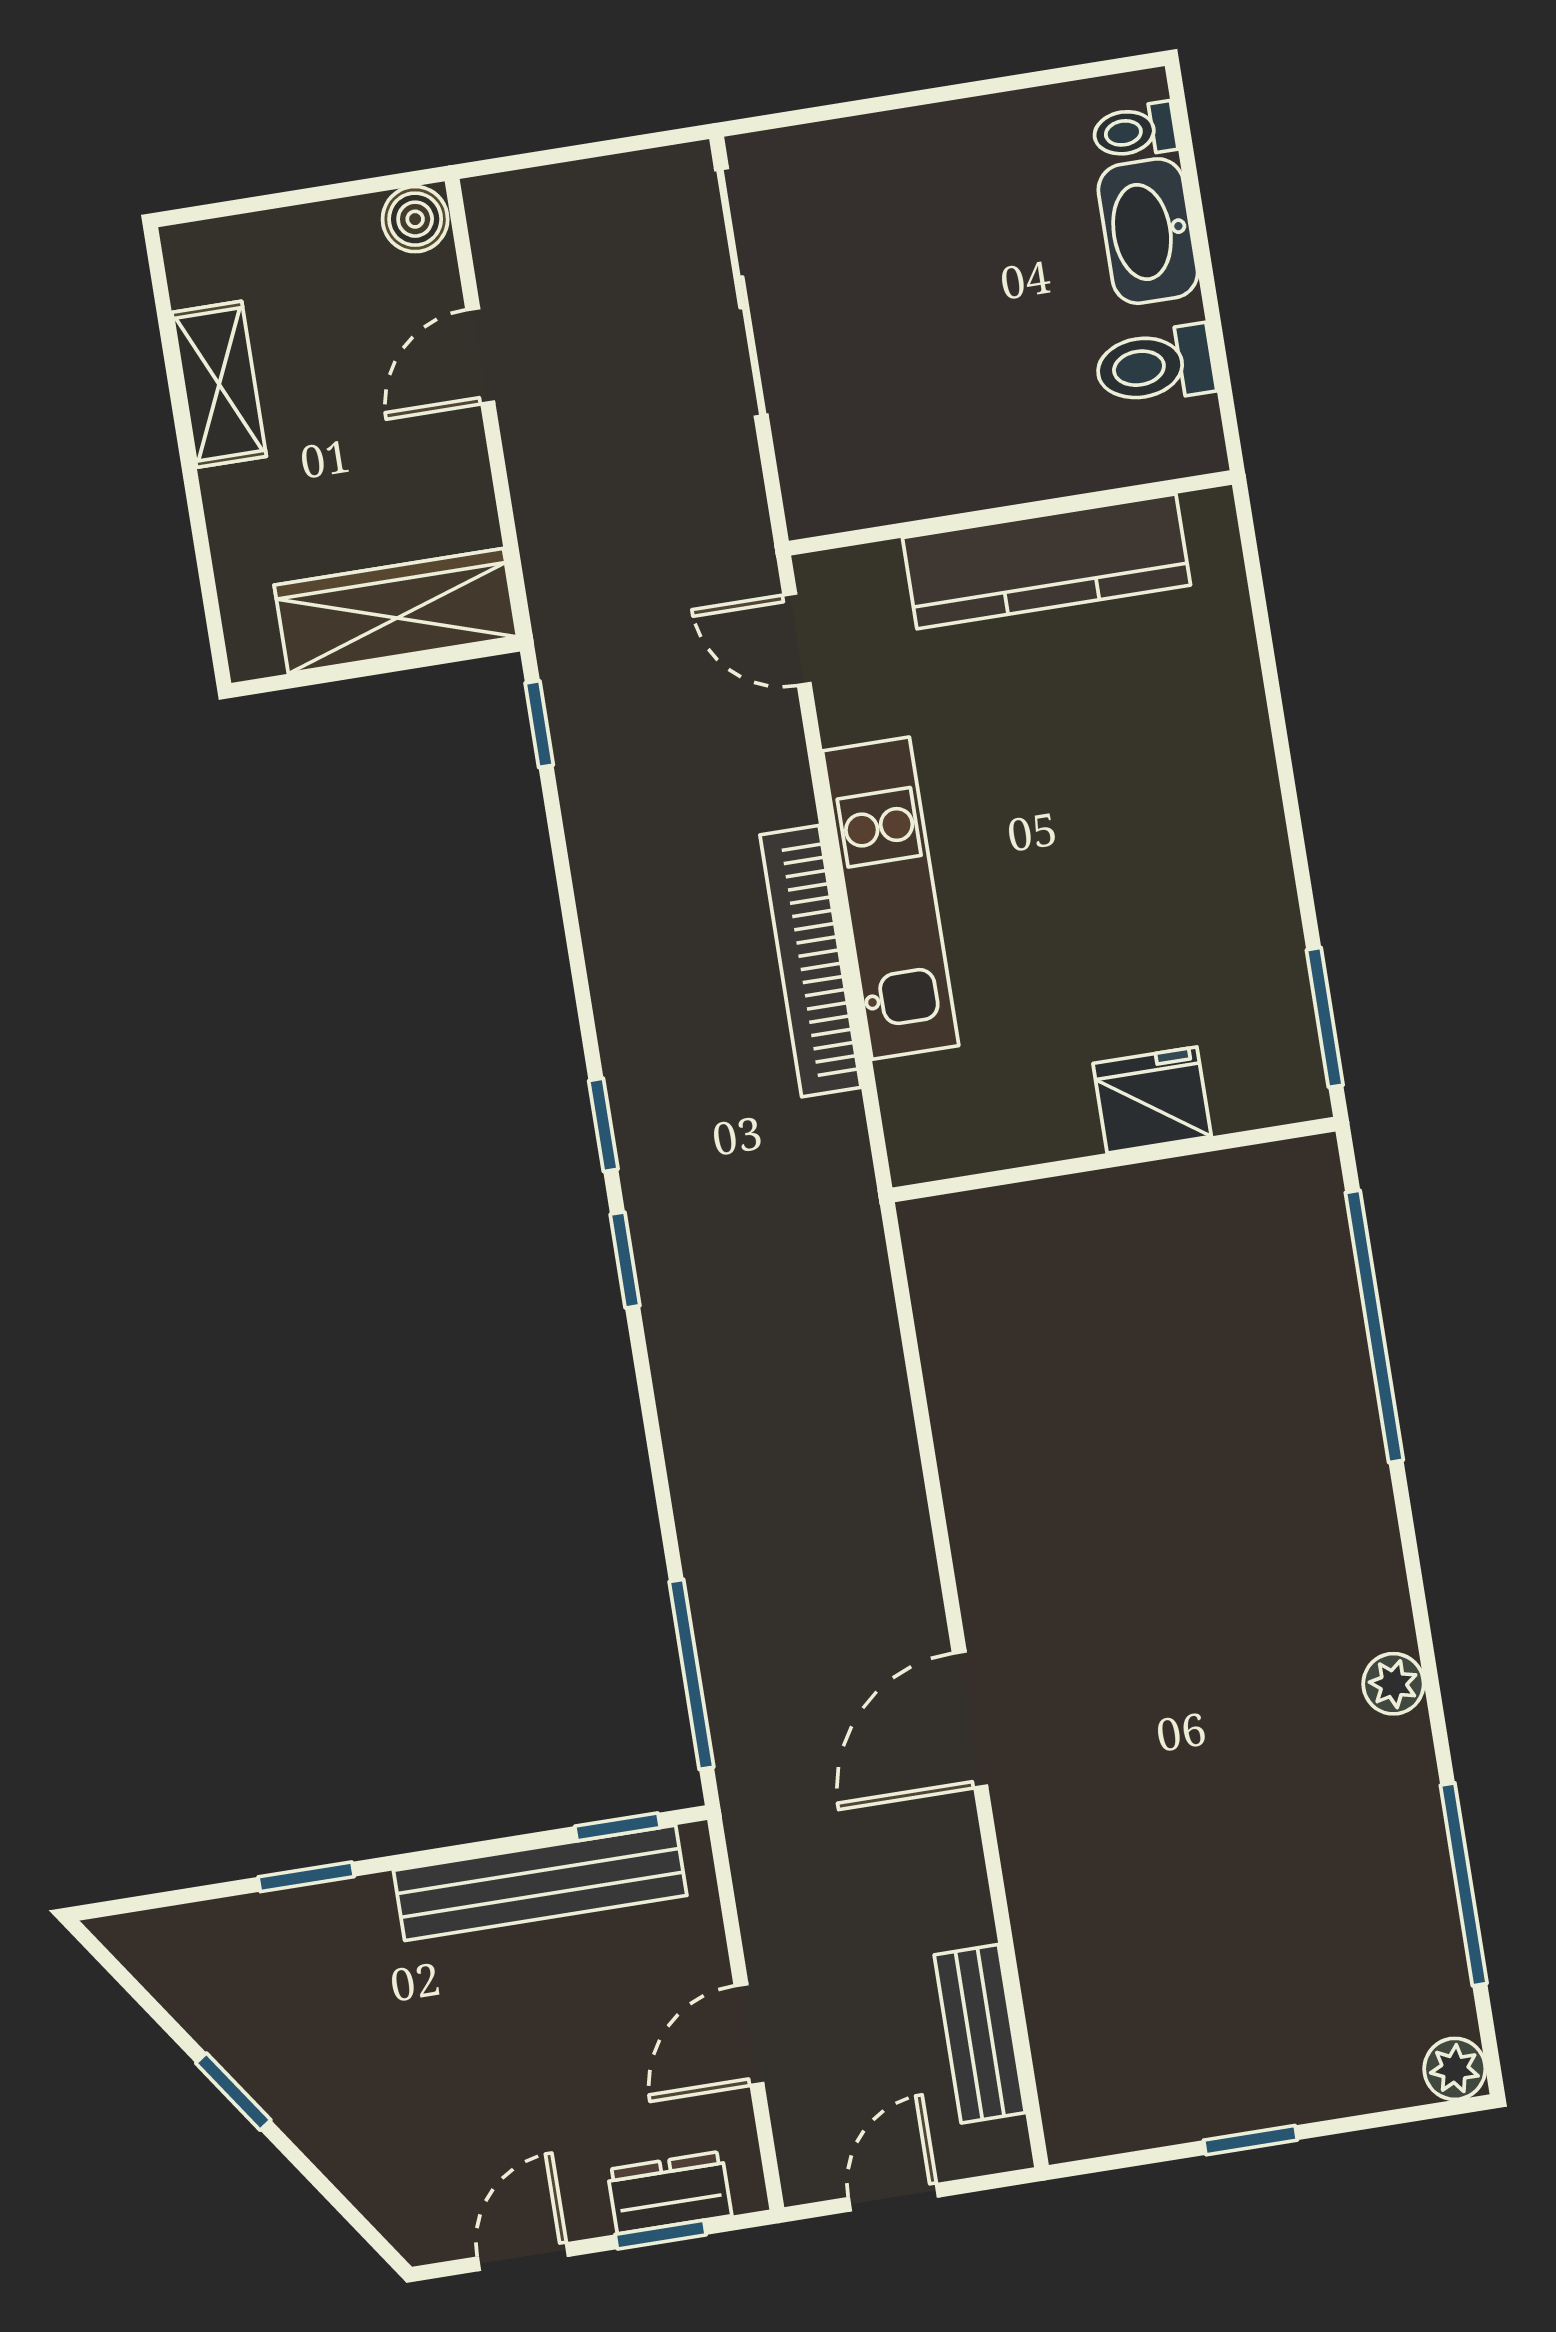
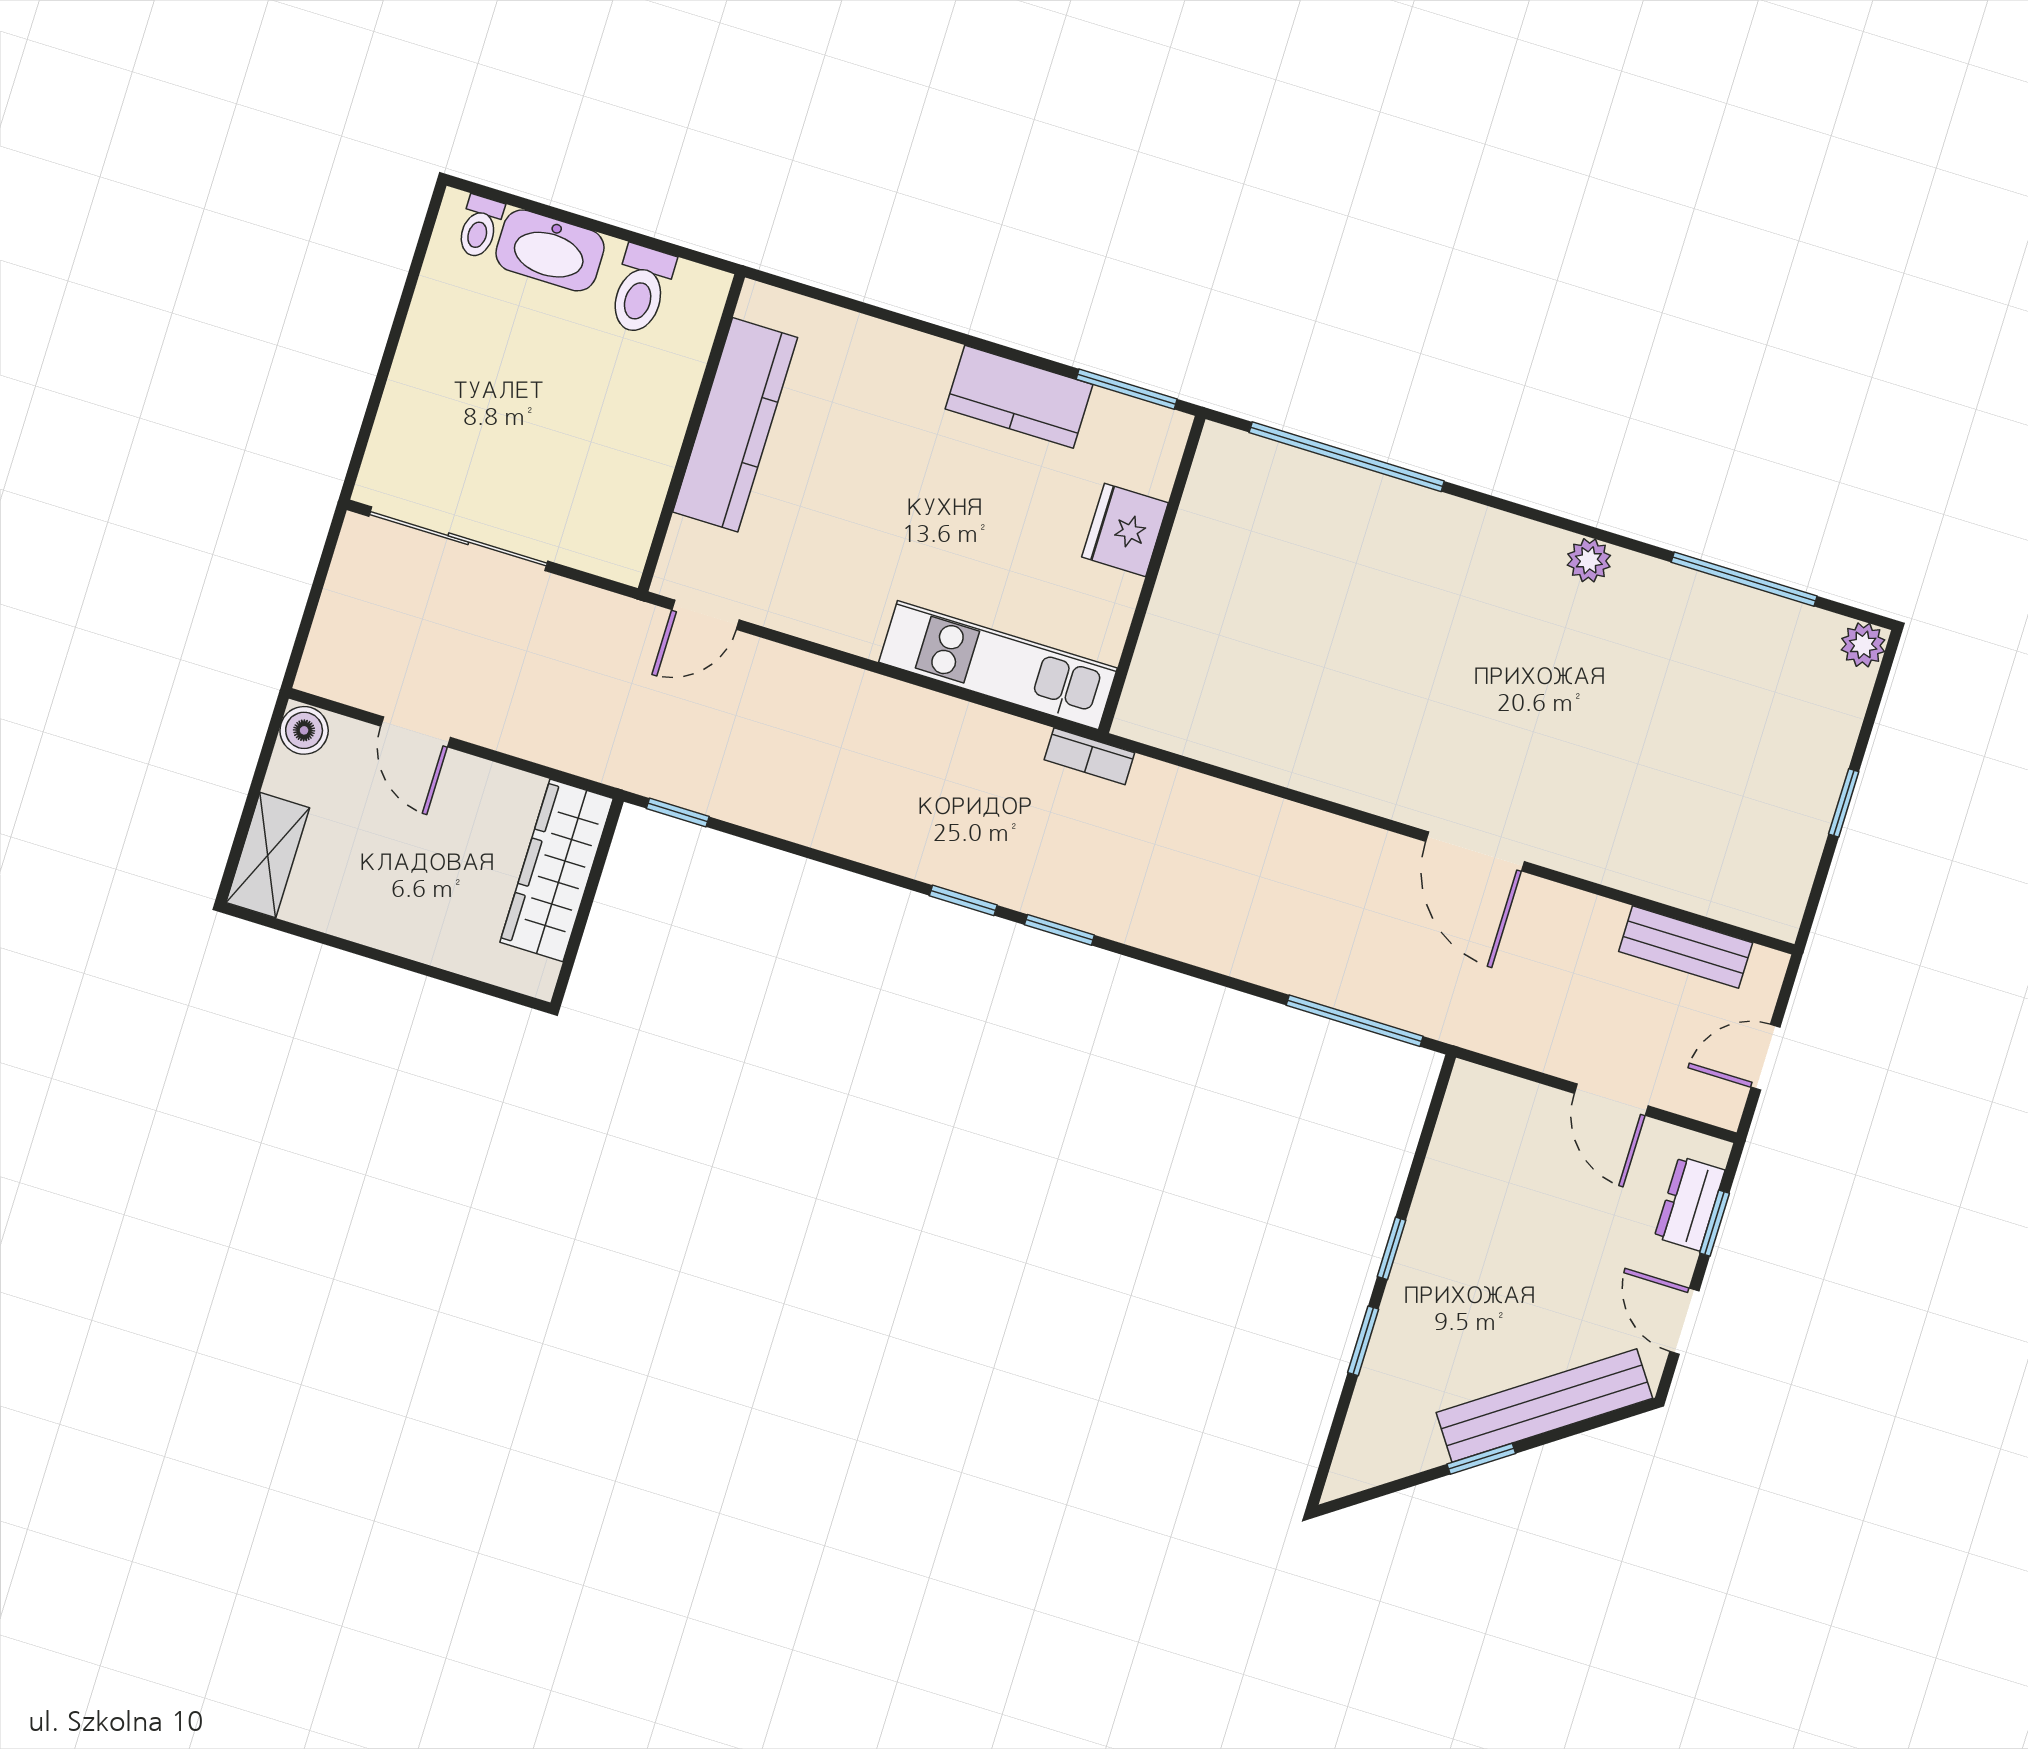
shelving: (219, 384) -> (268, 855), moved, turned 90
kitchen counter: (1251, 891) -> (1019, 397), added
kitchen unit: (891, 898) -> (998, 665), moved
bookcase: (810, 961) -> (1089, 756), moved, width x0.43, depth x0.76
window: (617, 1827) -> (1392, 1248), moved
bench: (540, 1883) -> (1544, 1405), moved, turned 55
door: (893, 2197) -> (1765, 1057), hinge flipped

